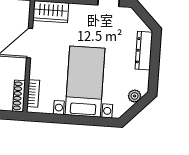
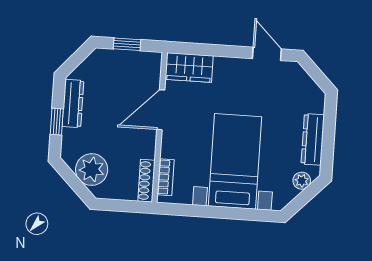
dresser: (144, 51) -> (313, 139), moved

